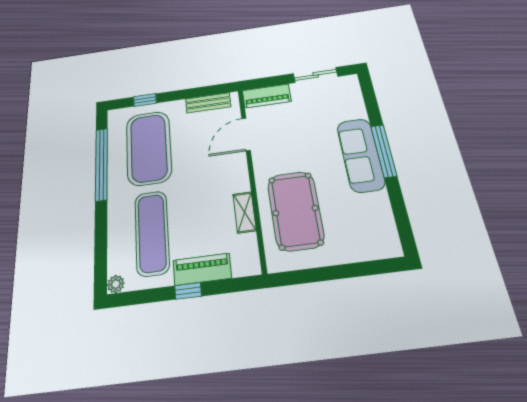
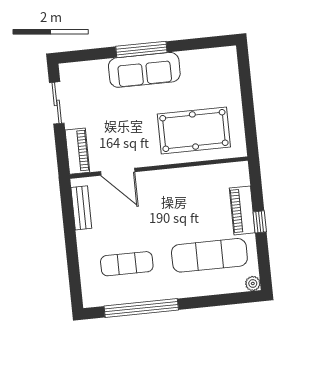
window: (145, 100) -> (74, 271), removed
exercise mat: (149, 148) -> (127, 264), width x0.50, depth x0.69
shelving: (244, 212) -> (194, 174), removed

